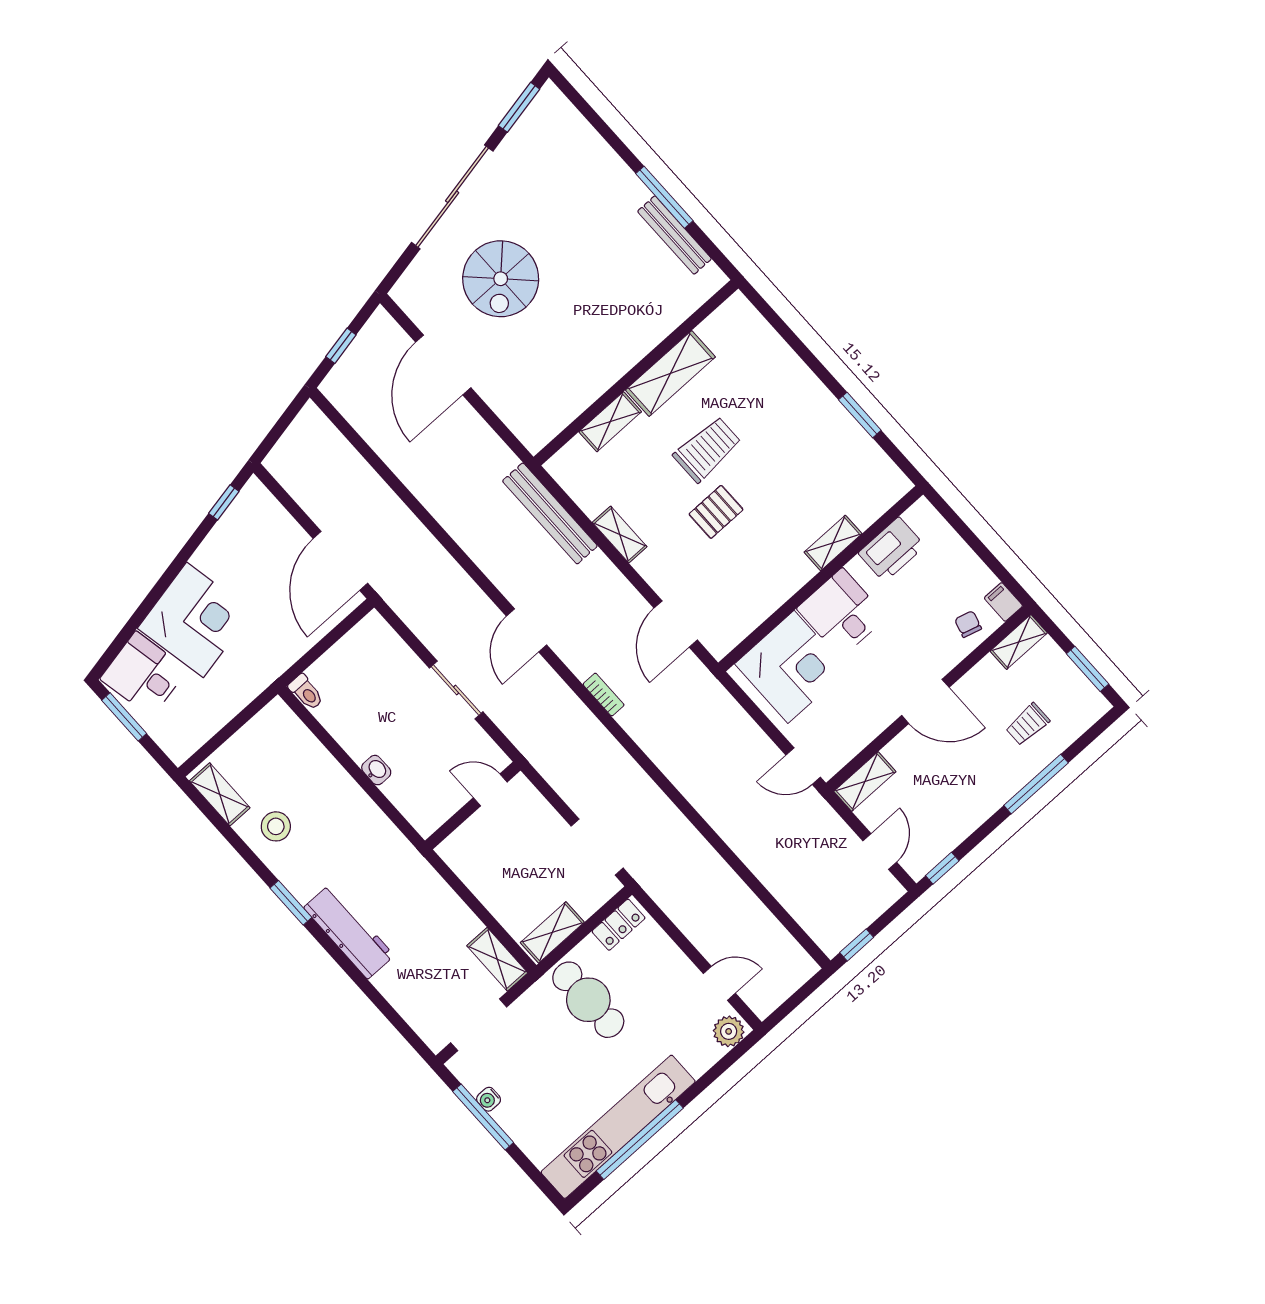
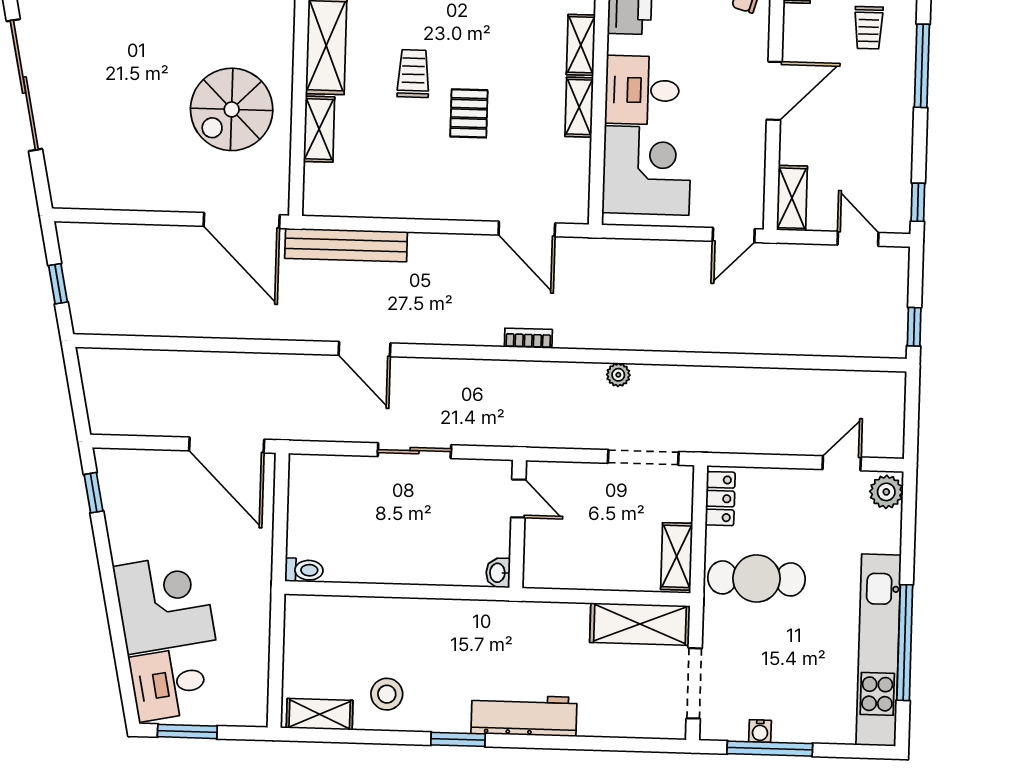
spiral stairs: (501, 279) -> (232, 109), moved, turned 90
door: (443, 365) -> (242, 220), moved
trolley: (707, 449) -> (413, 74), width x0.73, depth x0.72
shelving: (620, 535) -> (579, 107), moved, turned 90
door: (527, 630) -> (364, 349), moved
washbasin: (376, 770) -> (498, 573), moved, turned -90
plant: (636, 778) -> (618, 375), added
door: (490, 790) -> (518, 498), swing flipped
shelving: (497, 959) -> (640, 624), width x1.50, depth x1.33

